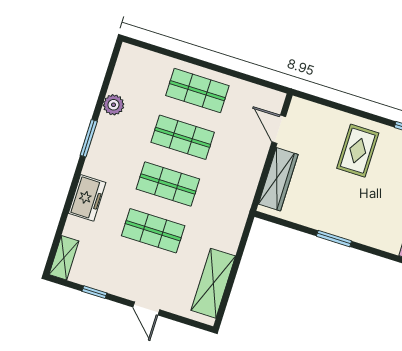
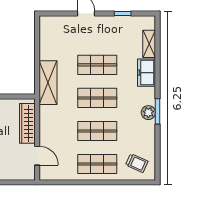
trolley: (141, 74) -> (137, 163), added
plant: (114, 105) -> (148, 113), moved
shelving: (64, 258) -> (149, 44), moved
shelving: (213, 283) -> (48, 83), moved

